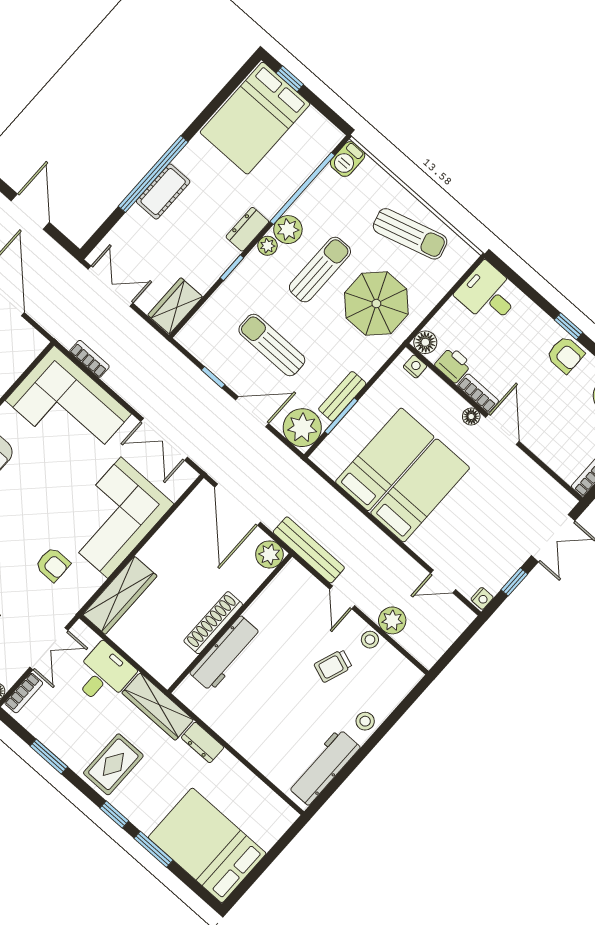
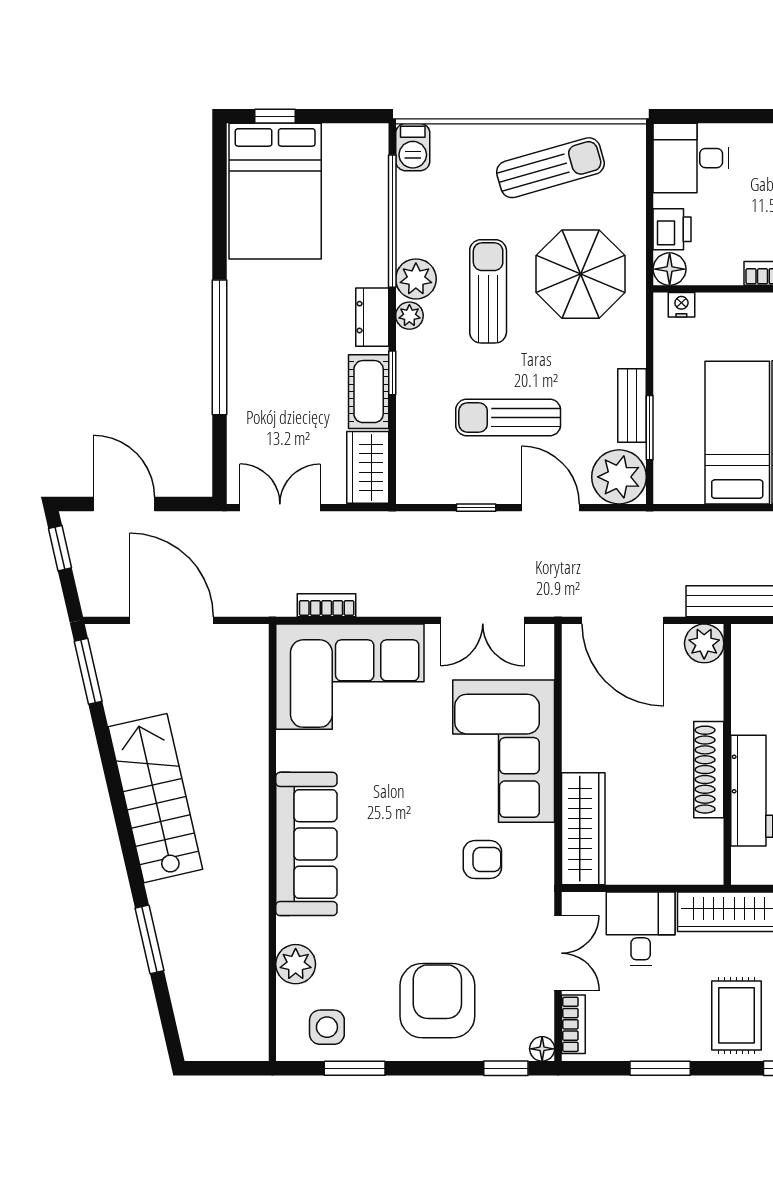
cot: (163, 192) -> (369, 392), moved
printer: (453, 365) -> (672, 229), moved, turned 90
door: (252, 412) -> (550, 508), hinge flipped

